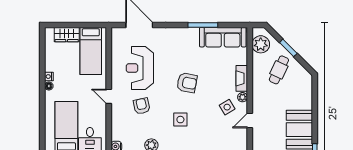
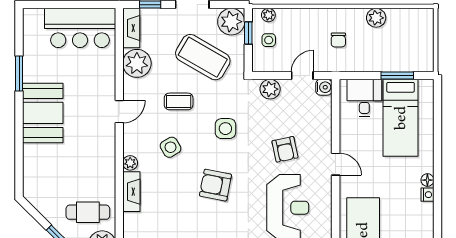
cafe table: (279, 70) -> (88, 212), moved, turned 65
side table: (227, 107) -> (171, 147), moved
door: (250, 121) -> (119, 112), moved
coffee table: (211, 137) -> (179, 101), added

